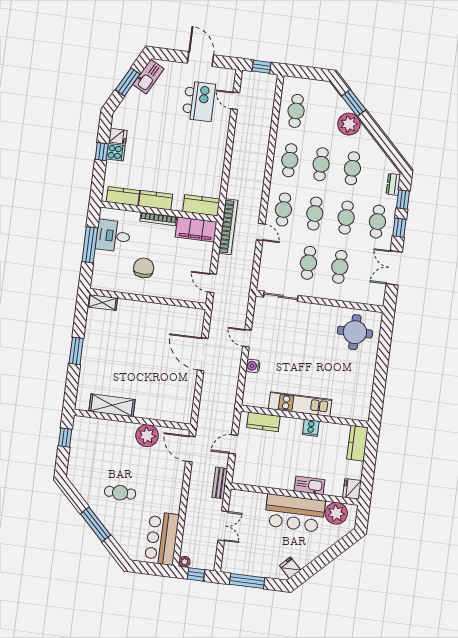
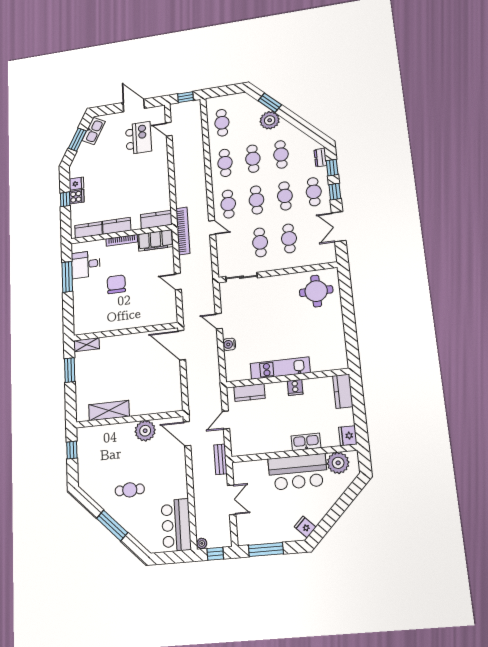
wall: (148, 299) -> (125, 332), moved
shelving: (102, 302) -> (86, 345), moved

